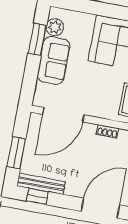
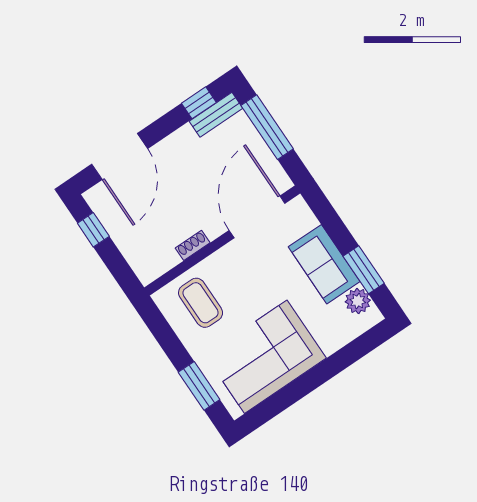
window: (16, 153) -> (267, 127), width x1.44
bench: (41, 184) -> (216, 115), width x0.73

